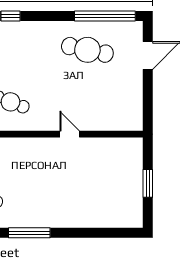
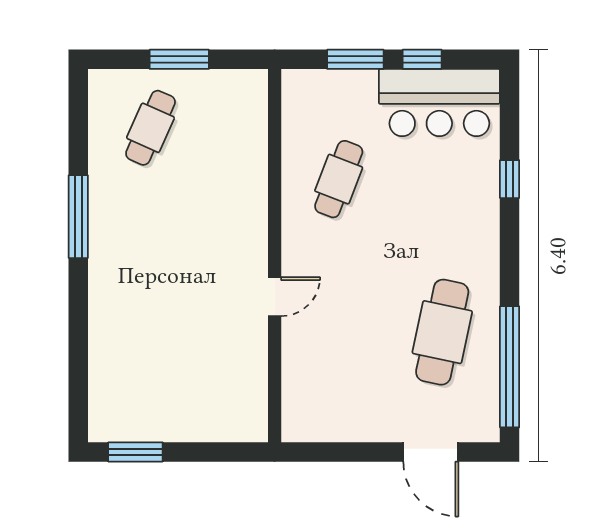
window: (148, 183) -> (135, 452), moved

